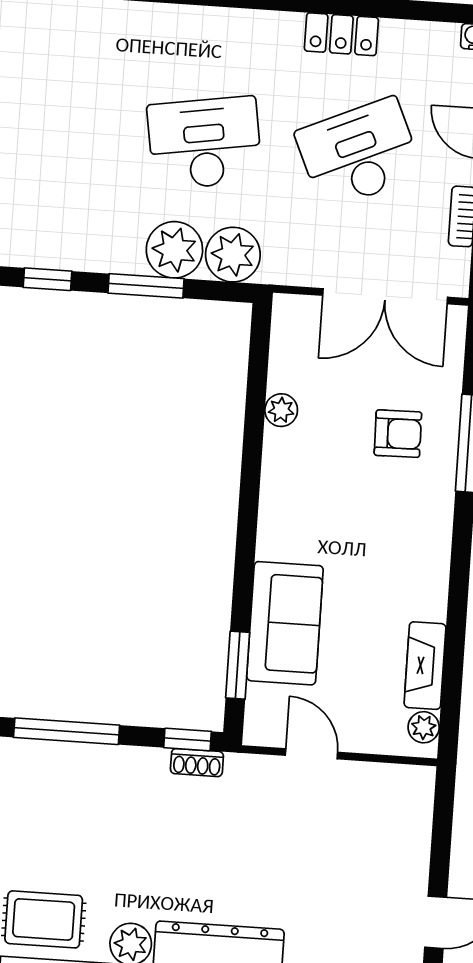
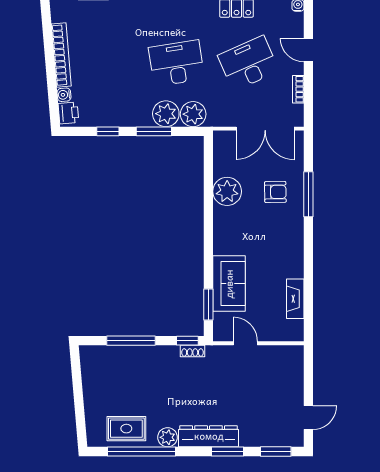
plant: (281, 410) -> (227, 191), width x1.87, depth x1.87
plant: (424, 727) -> (297, 327), removed

